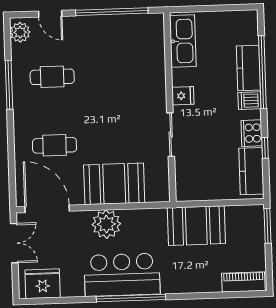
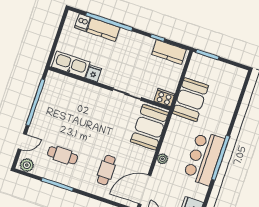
cafe table: (52, 77) -> (63, 155), turned 90
fridge: (183, 96) -> (94, 73), moved
dishwasher: (249, 101) -> (82, 22), moved
cooker: (252, 133) -> (164, 98), moved, turned 180
booth: (114, 184) -> (149, 127), moved
plant: (106, 224) -> (162, 159), width x0.53, depth x0.53
piano: (243, 282) -> (237, 83), removed

